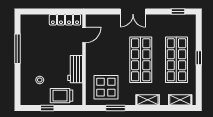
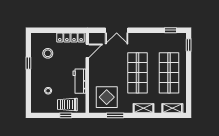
double door: (133, 12) -> (117, 30), moved
stool: (39, 38) -> (48, 53), added
window: (17, 49) -> (28, 63), width x0.46
window: (199, 58) -> (189, 45), moved
window: (47, 108) -> (66, 115), moved

